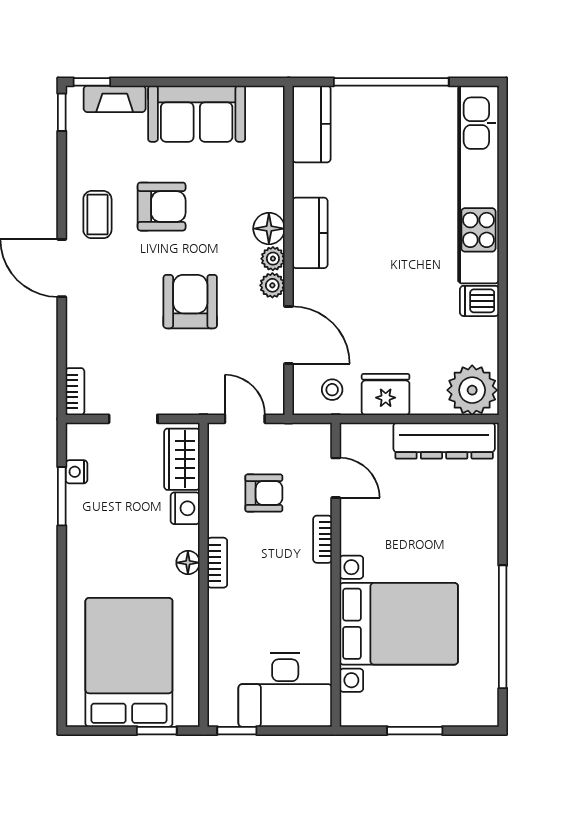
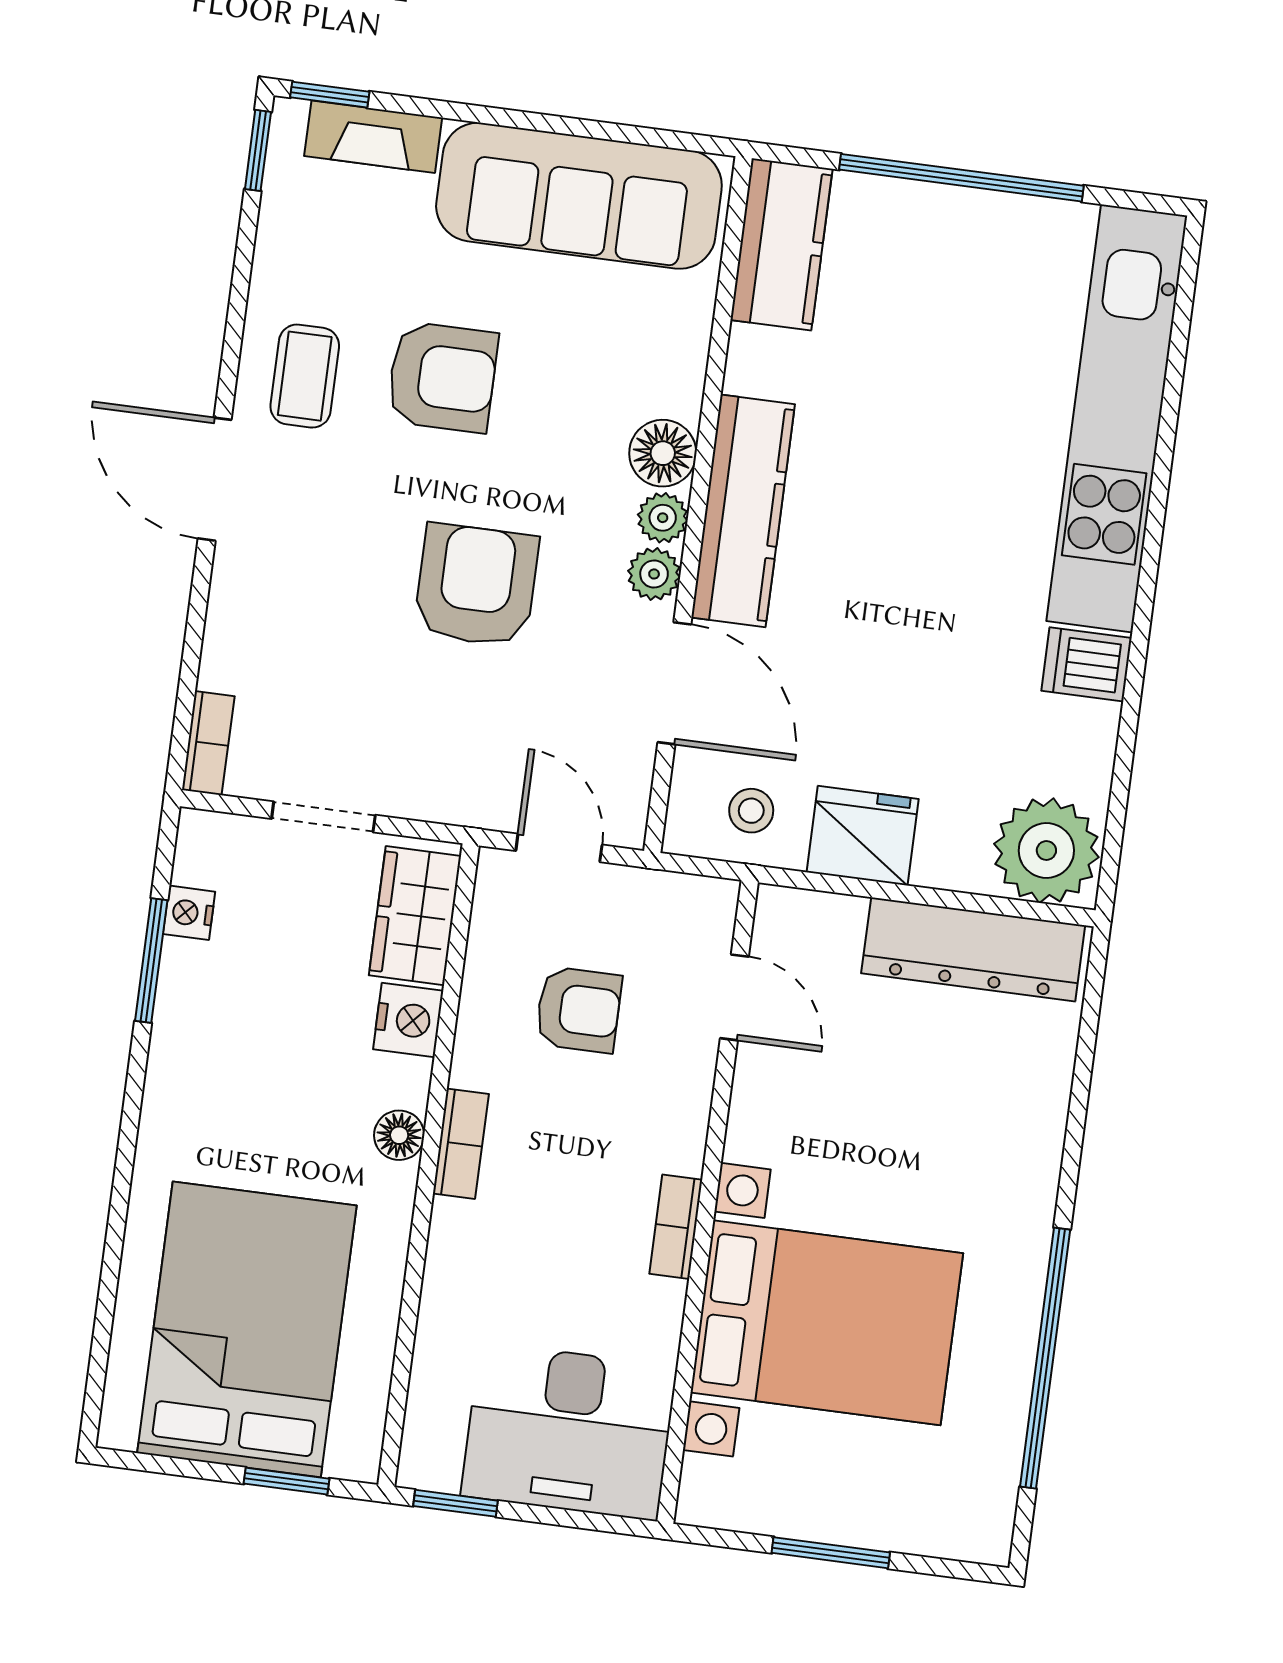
sofa: (197, 114) -> (579, 196), width x1.36
kitchen counter: (310, 233) -> (743, 511), width x1.50
bookcase: (323, 539) -> (676, 1227), moved

